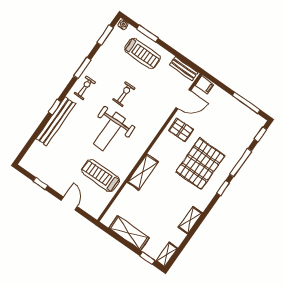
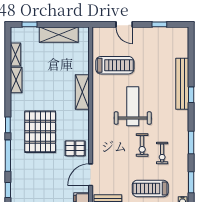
exercise bike: (85, 88) -> (162, 153), moved
shelving: (167, 255) -> (15, 55), moved

